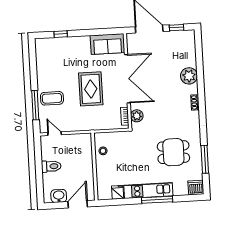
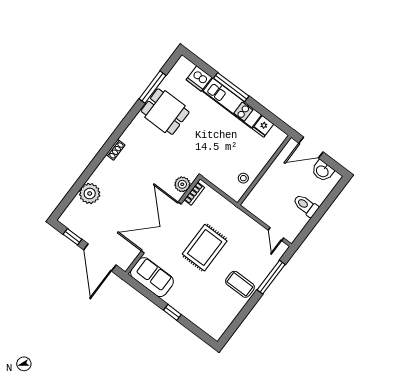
window: (61, 34) -> (172, 312), moved
plant: (189, 76) -> (90, 193), moved
coffee table: (52, 98) -> (240, 284), moved
dining table: (173, 152) -> (165, 112), moved
dishwasher: (196, 188) -> (199, 79), moved

